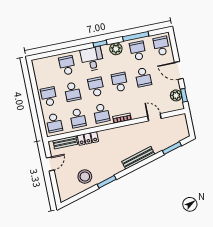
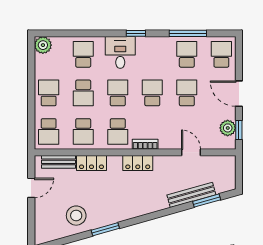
plant: (116, 49) -> (43, 45), moved
school desk: (143, 77) -> (187, 93), turned 180
locker: (120, 132) -> (138, 163), added
bench: (138, 158) -> (191, 195), moved

